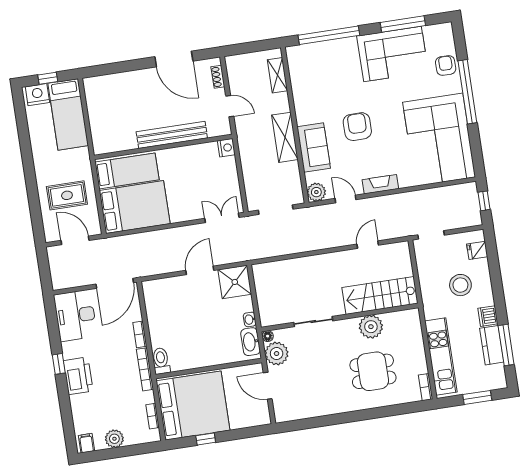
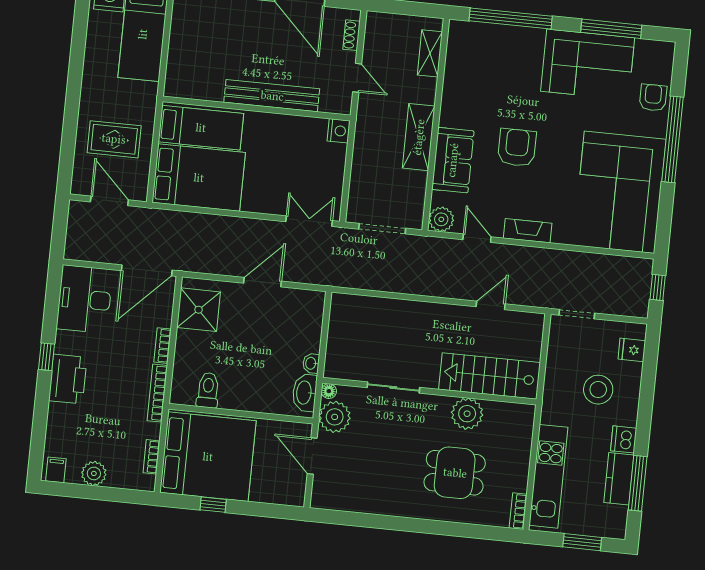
shower: (235, 282) -> (199, 310), moved
toilet: (161, 361) -> (208, 390), moved

